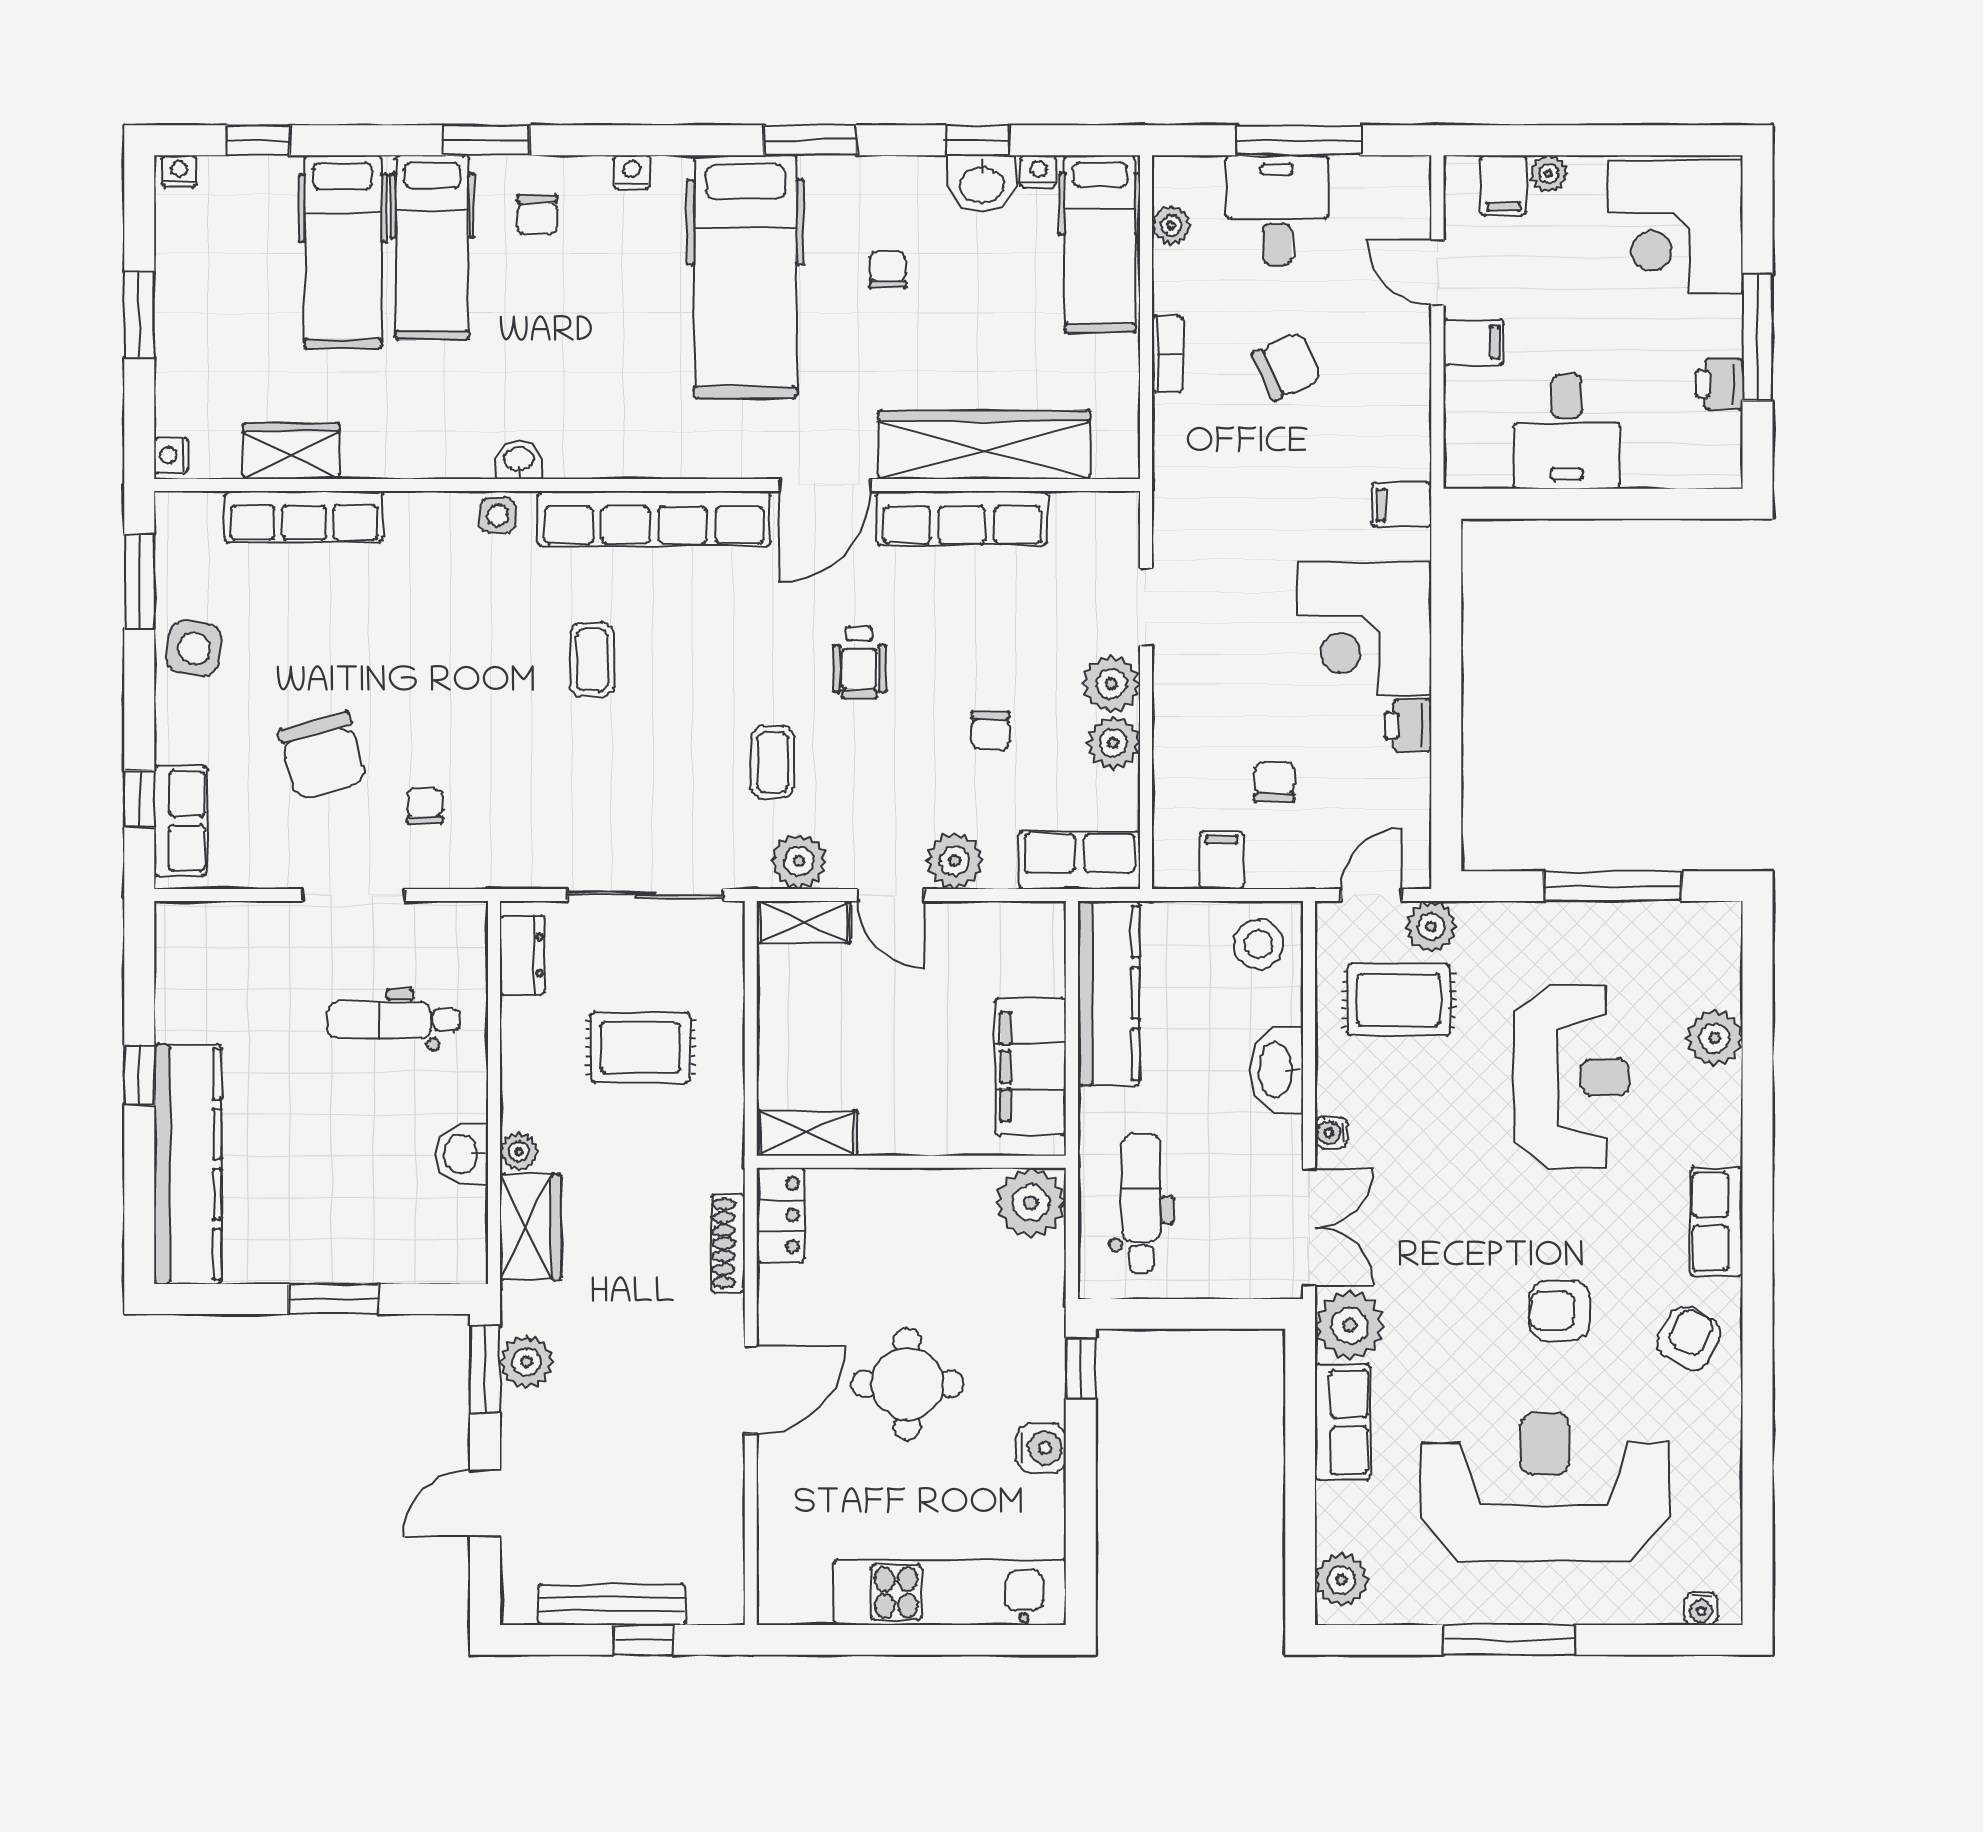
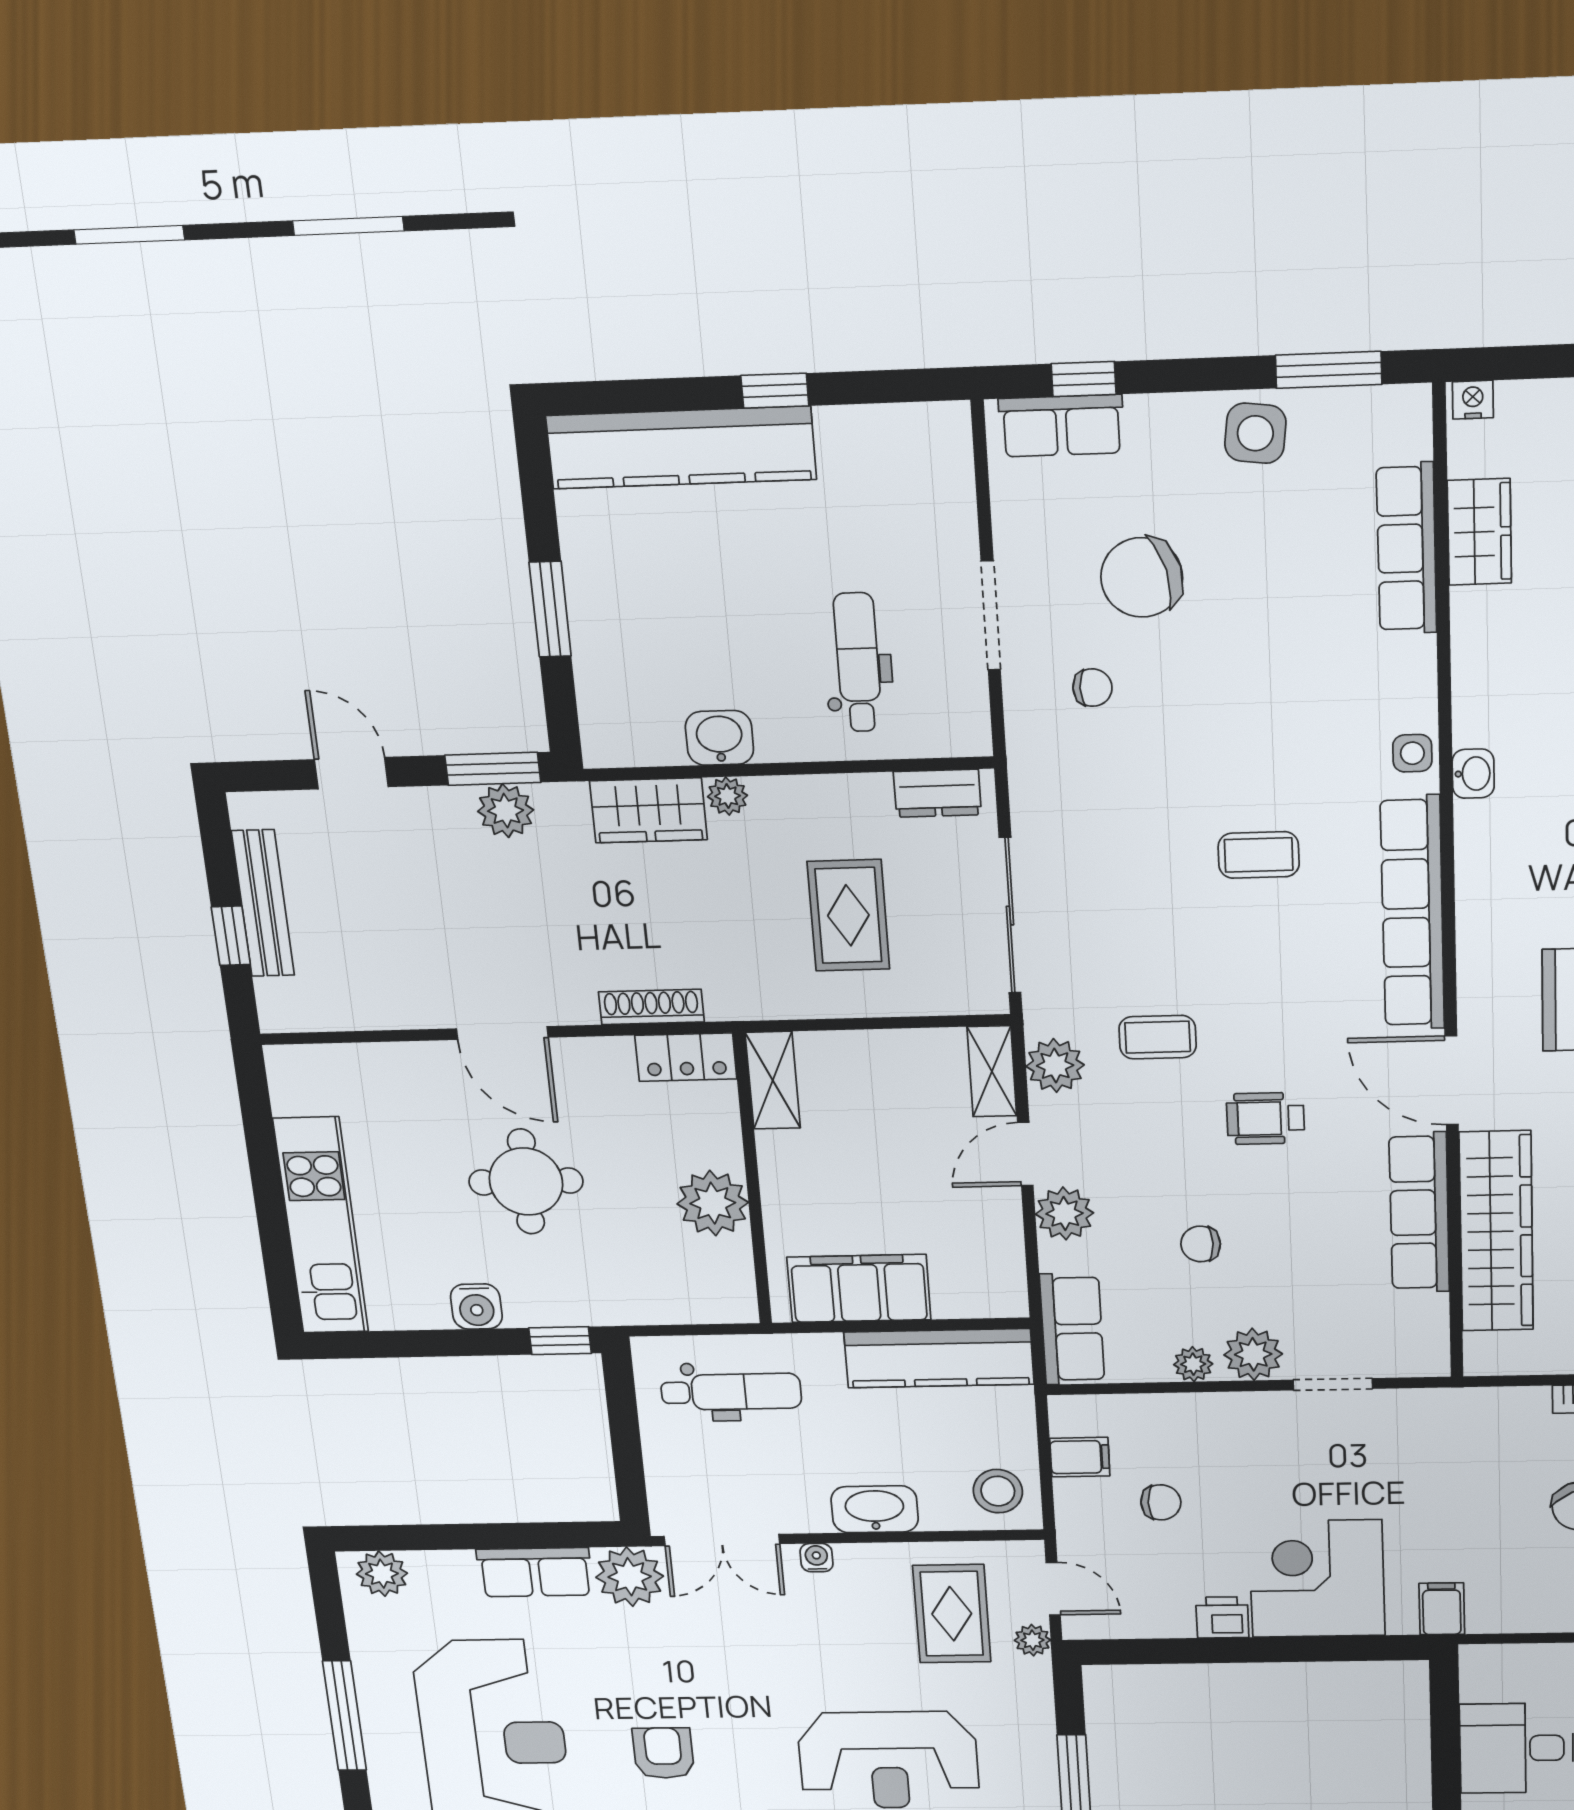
plant: (1113, 743) -> (1193, 1364), width x0.73, depth x0.73
plant: (1431, 927) -> (1032, 1640), width x0.73, depth x0.73
plant: (1031, 1203) -> (713, 1203), moved

